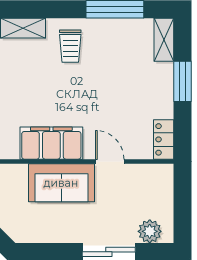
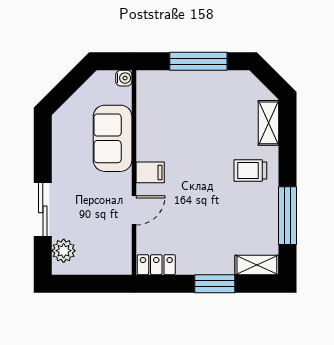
filing cabinet: (51, 143) -> (150, 172), width x0.33, depth x0.86
sofa: (61, 183) -> (113, 138), moved

